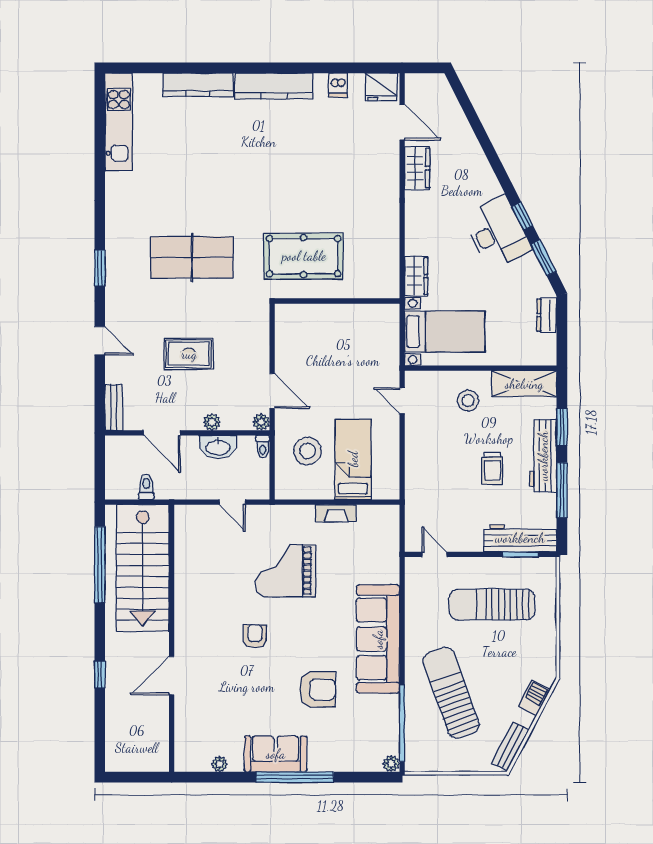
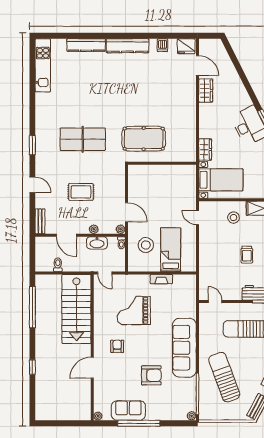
stairs: (143, 568) -> (76, 309), moved
wall: (172, 638) -> (92, 347), moved
door: (172, 676) -> (92, 368), moved

